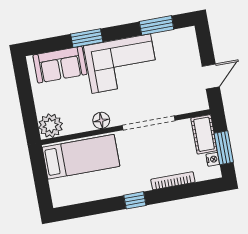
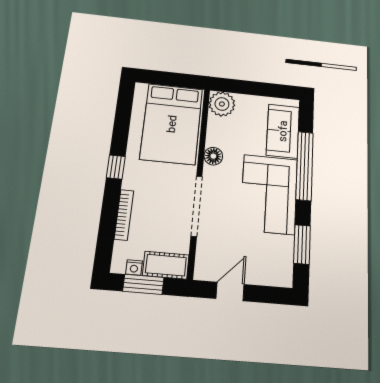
window: (87, 38) -> (305, 166), width x2.11
door: (211, 76) -> (230, 291), swing flipped
bed: (81, 157) -> (172, 124), width x1.50

